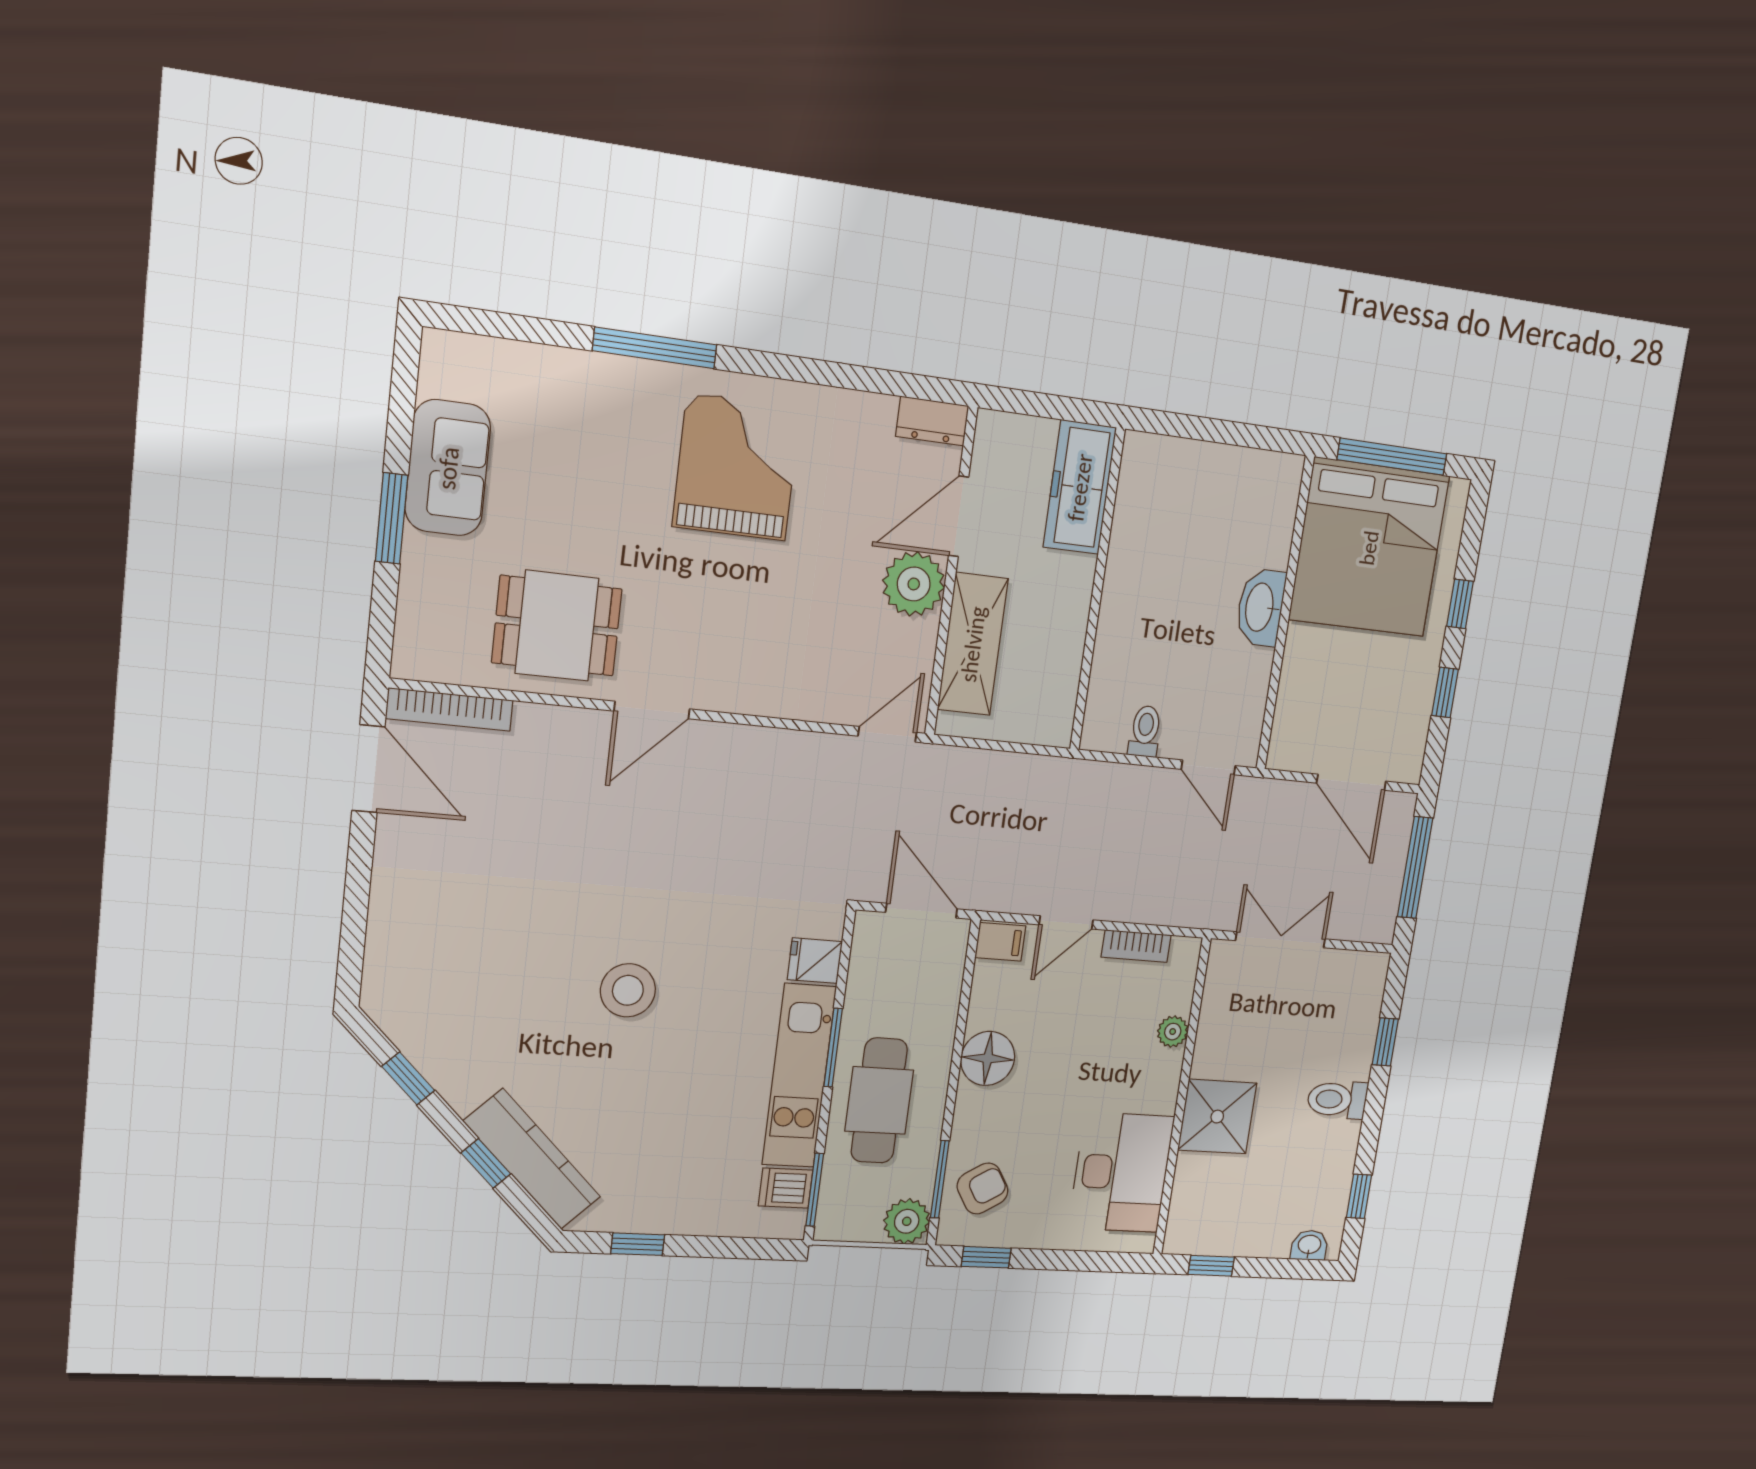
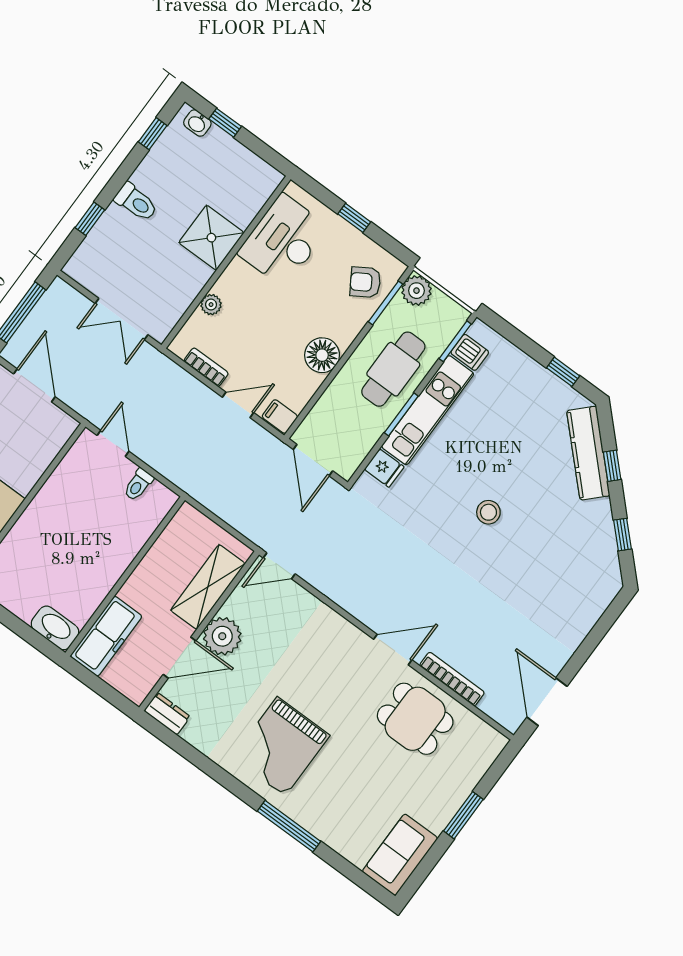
sofa: (448, 468) -> (400, 855), moved
washbasin: (1261, 607) -> (55, 628), moved, turned -90
bookcase: (449, 709) -> (452, 679), moved
stool: (628, 990) -> (488, 512), width x0.73, depth x0.73
window: (986, 1257) -> (354, 218), moved
window: (1211, 1266) -> (225, 123), moved

